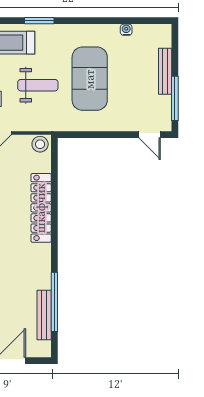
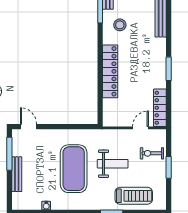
weight bench: (38, 85) -> (113, 164), turned 180
stool: (40, 144) -> (120, 25), moved

